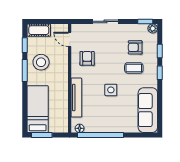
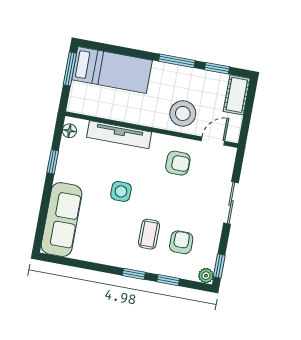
stool: (41, 62) -> (183, 113), moved
sofa: (148, 110) -> (62, 220), moved, turned 90
window: (100, 135) -> (53, 162), width x0.32

